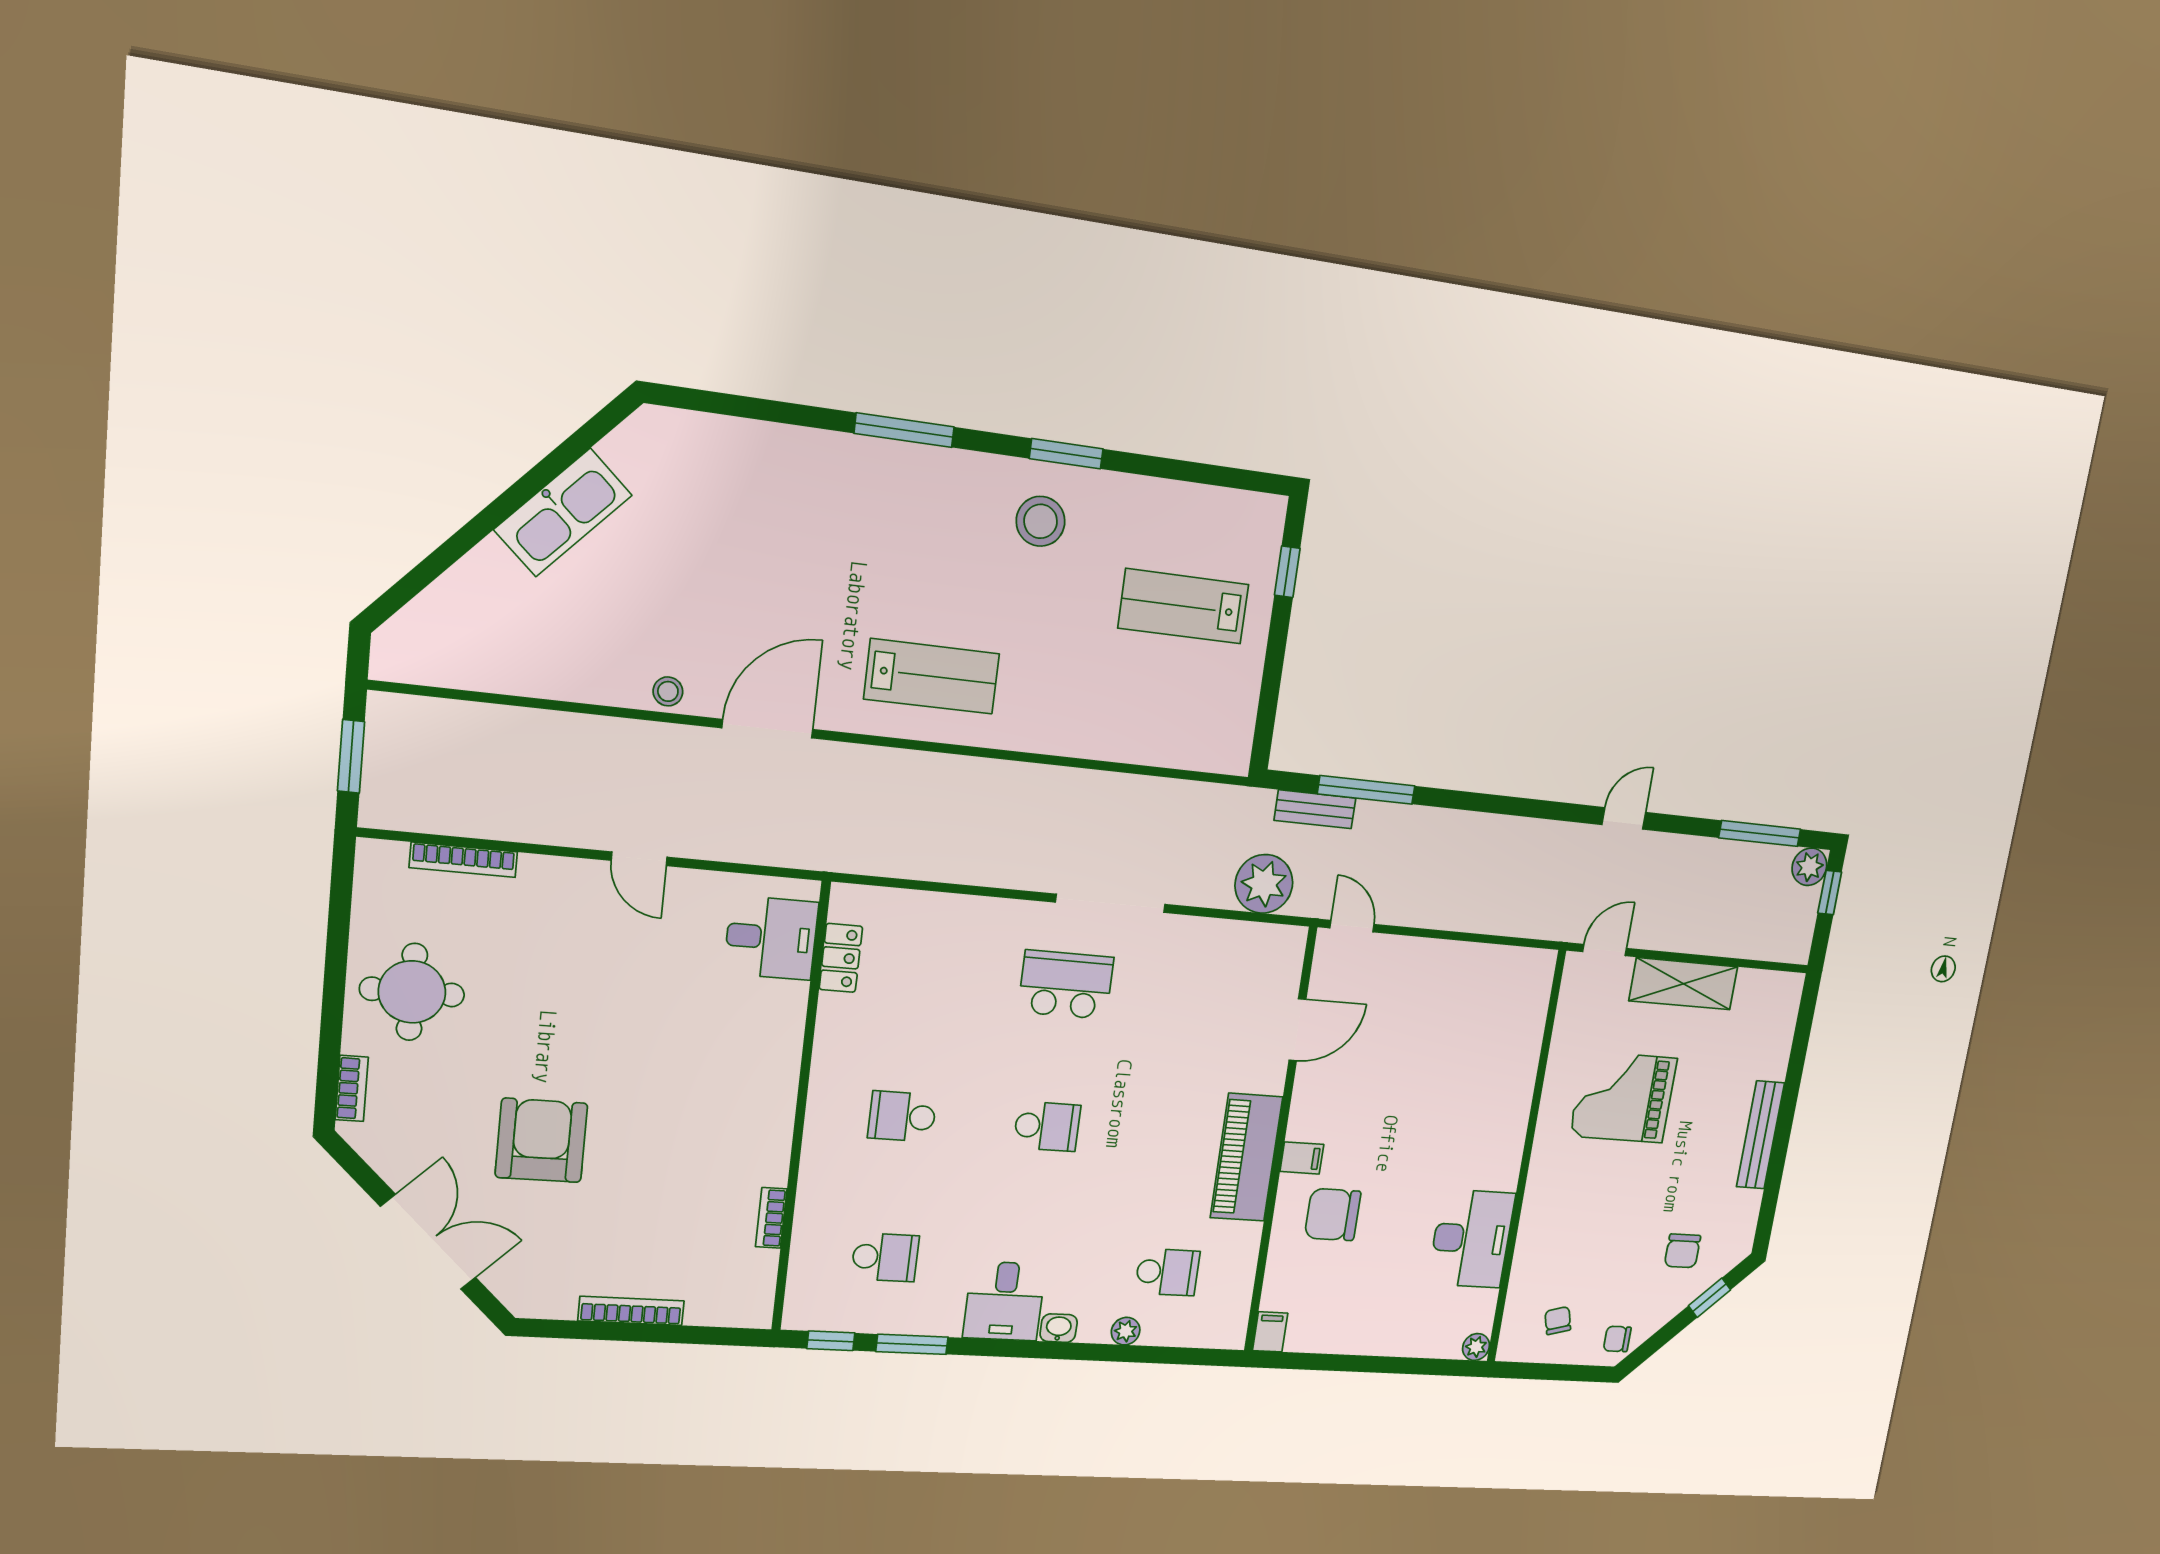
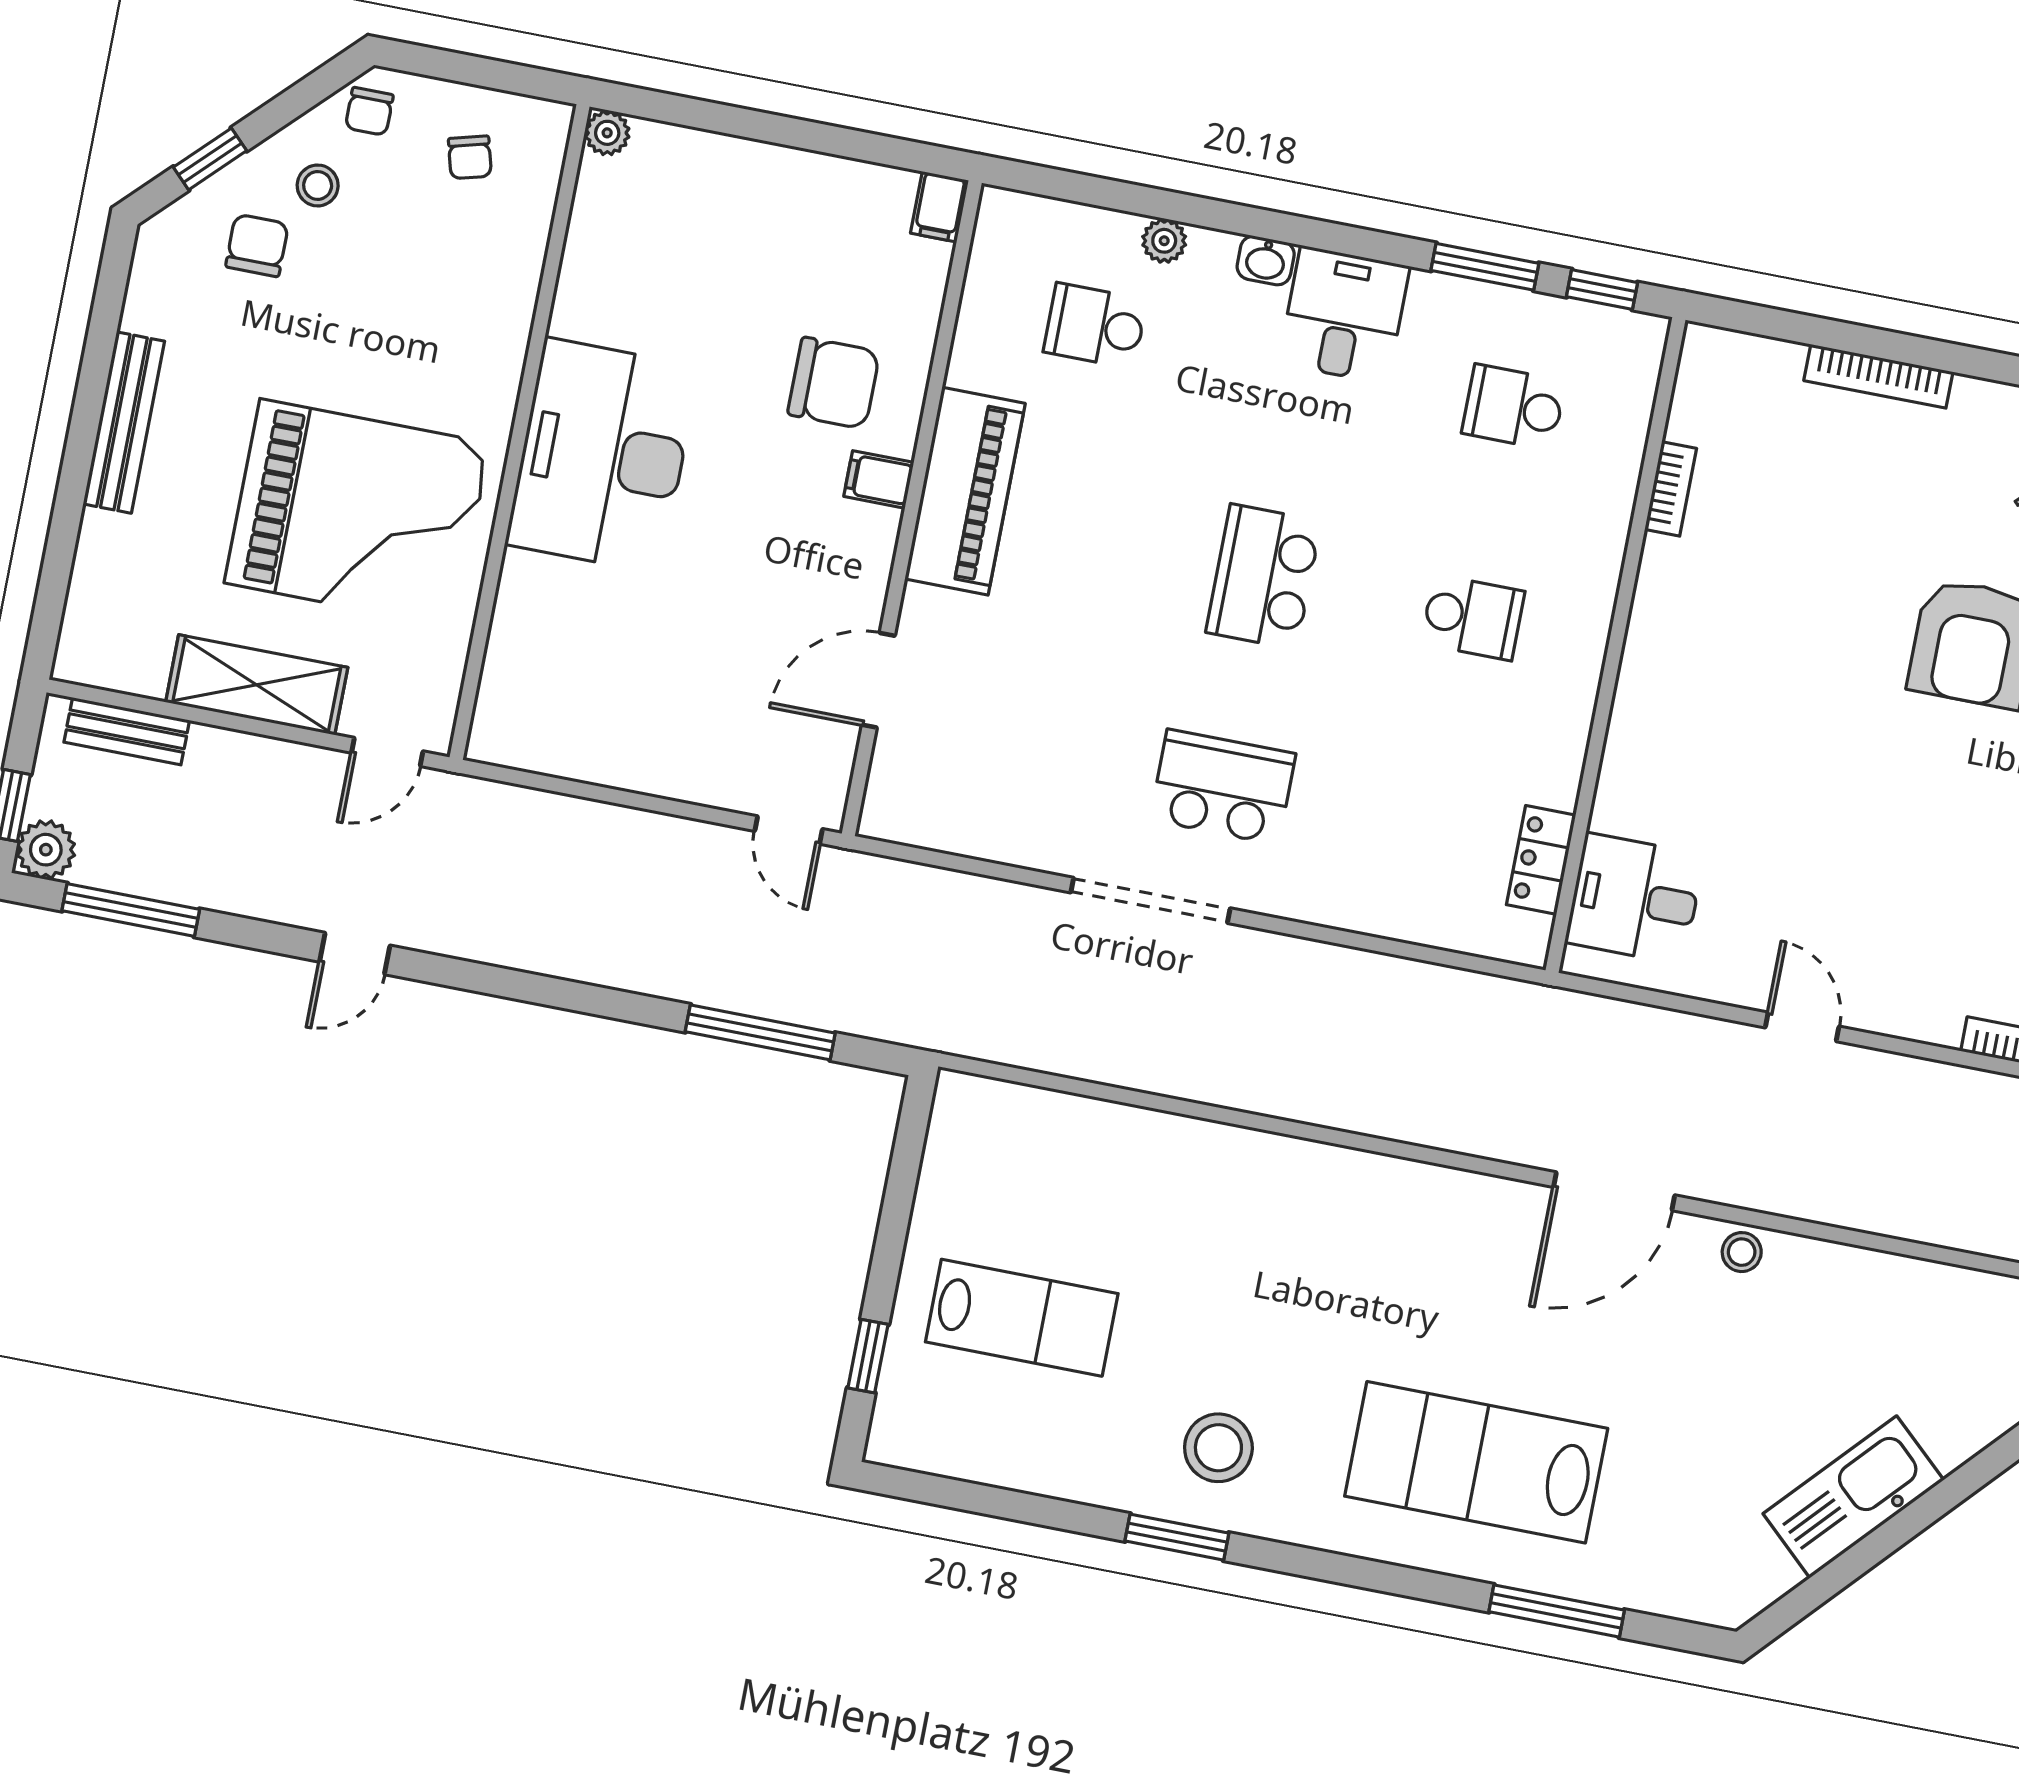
window: (904, 430) -> (1557, 1611), moved
lab bench: (932, 676) -> (1476, 1462), moved, width x1.36, depth x1.39
bench: (1315, 809) -> (127, 731), moved
plant: (1264, 884) -> (921, 907), removed
school desk: (1066, 985) -> (1223, 787), turned 180
grand piano: (1623, 1097) -> (357, 513), width x1.37, depth x1.48
school desk: (1047, 1126) -> (1264, 577), width x1.85
desk: (1471, 1239) -> (602, 456), moved, width x1.36, depth x1.30
stool: (1647, 1291) -> (318, 185), added
chair: (1617, 1339) -> (369, 111), turned 90

